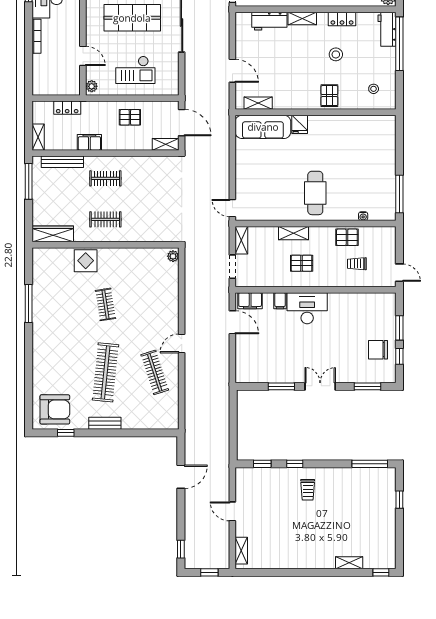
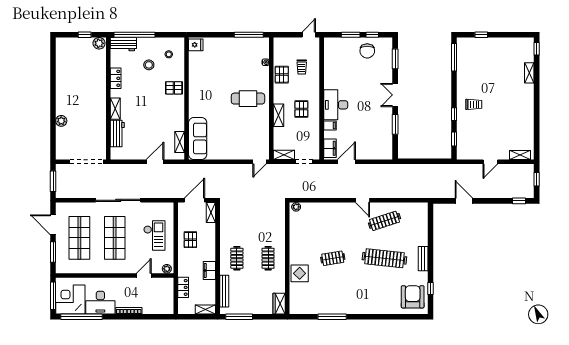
stool: (336, 54) -> (149, 65), moved
fridge: (300, 124) -> (196, 45), moved
wardrobe: (53, 234) -> (279, 304), width x0.67

